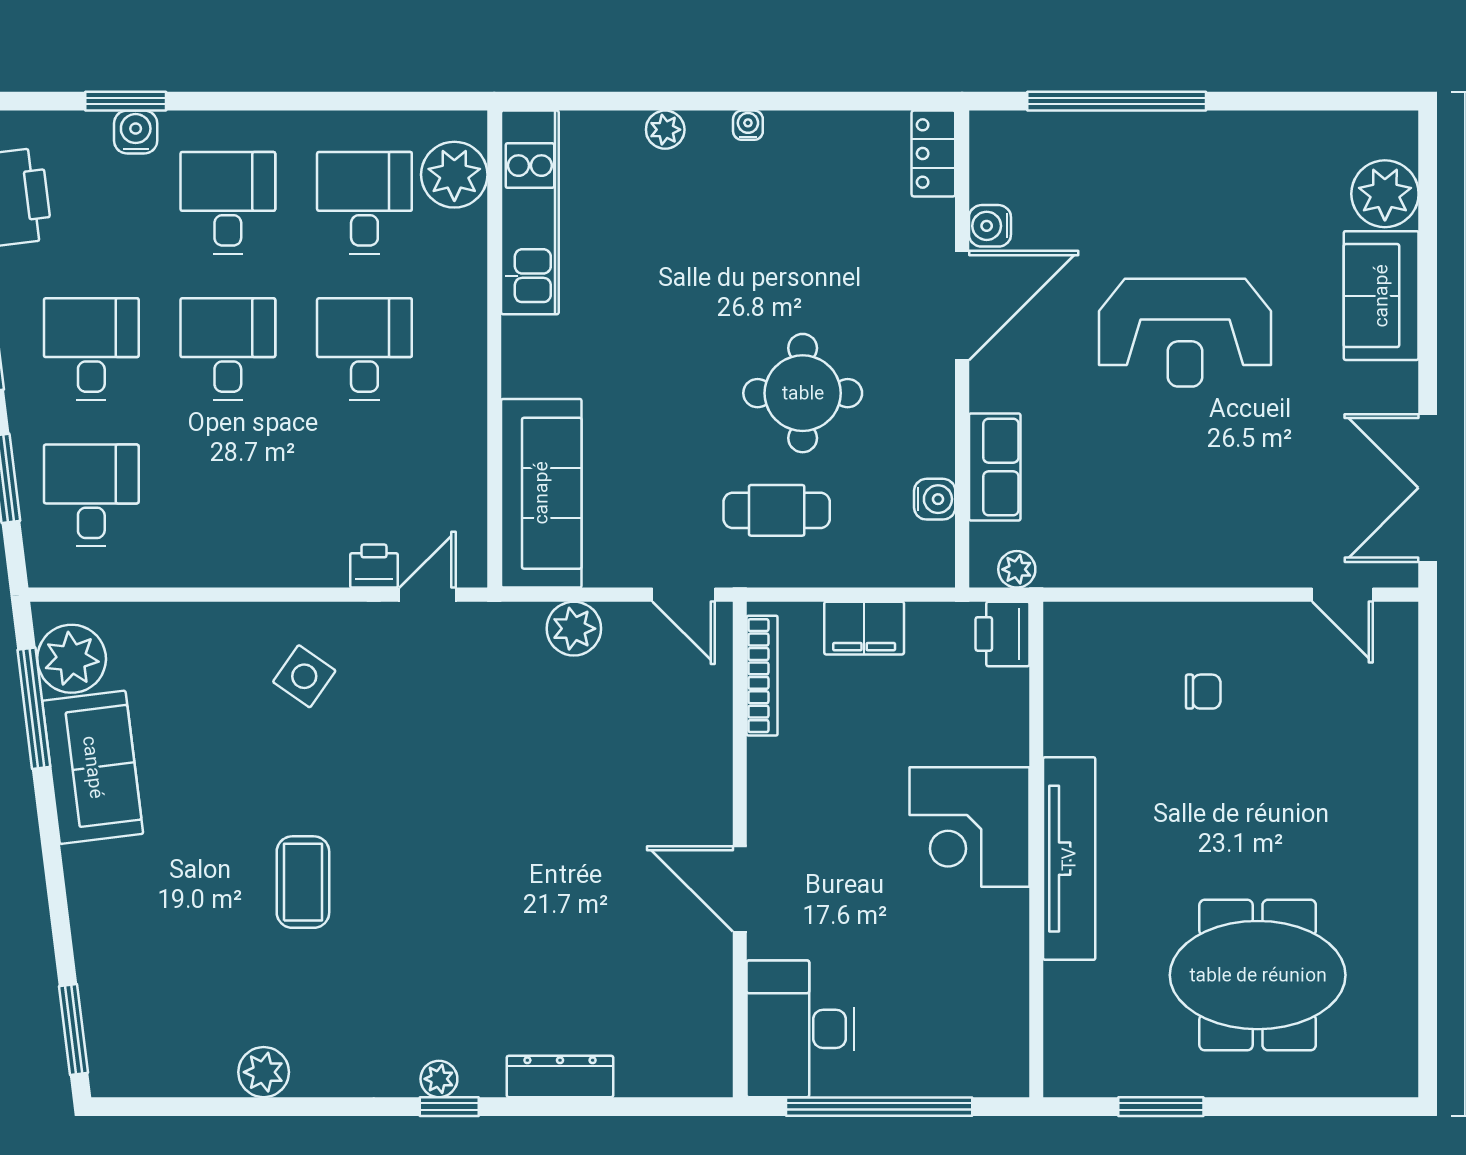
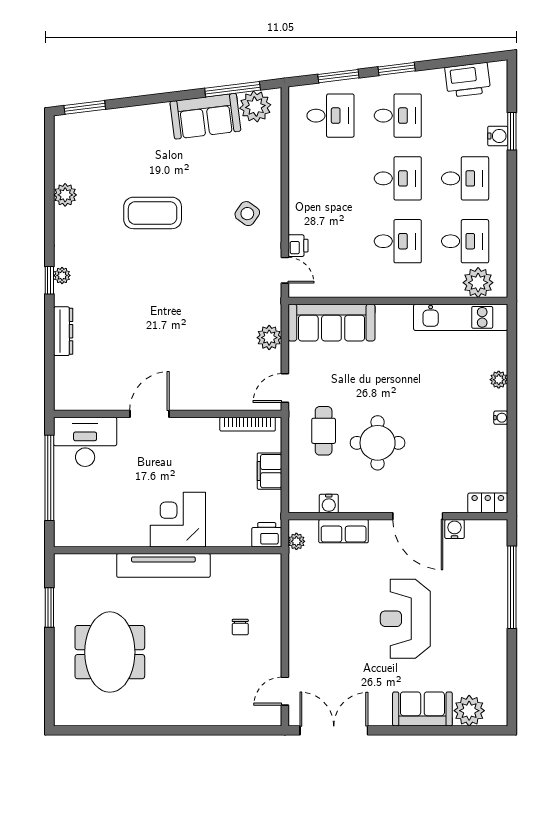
coffee table: (303, 882) -> (153, 213), width x1.36, depth x1.32

